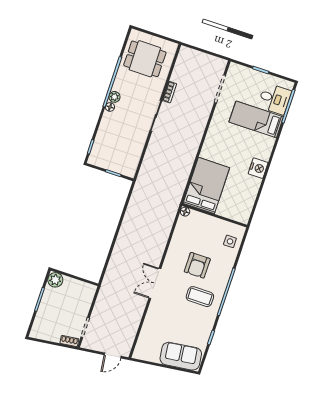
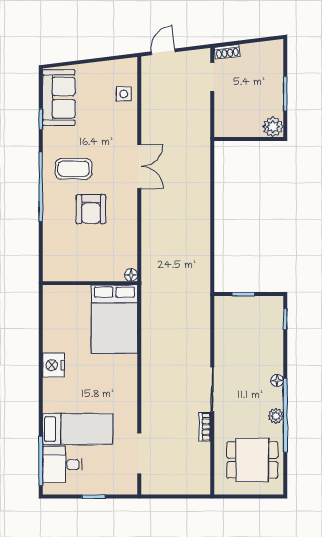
plant: (114, 97) -> (276, 416), moved
side table: (230, 241) -> (124, 94), moved
armchair: (197, 265) -> (91, 209), turned 180
sofa: (181, 356) -> (59, 98), moved, turned -83

